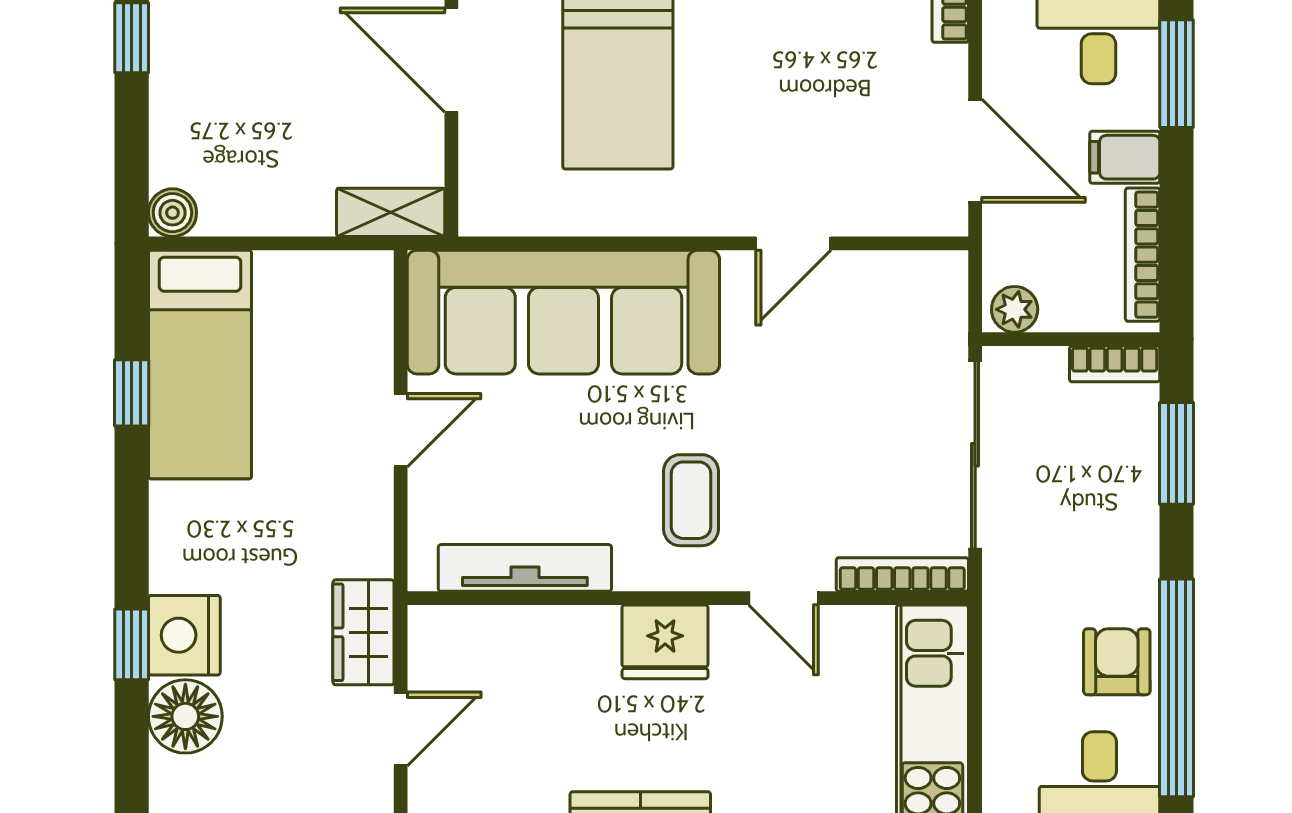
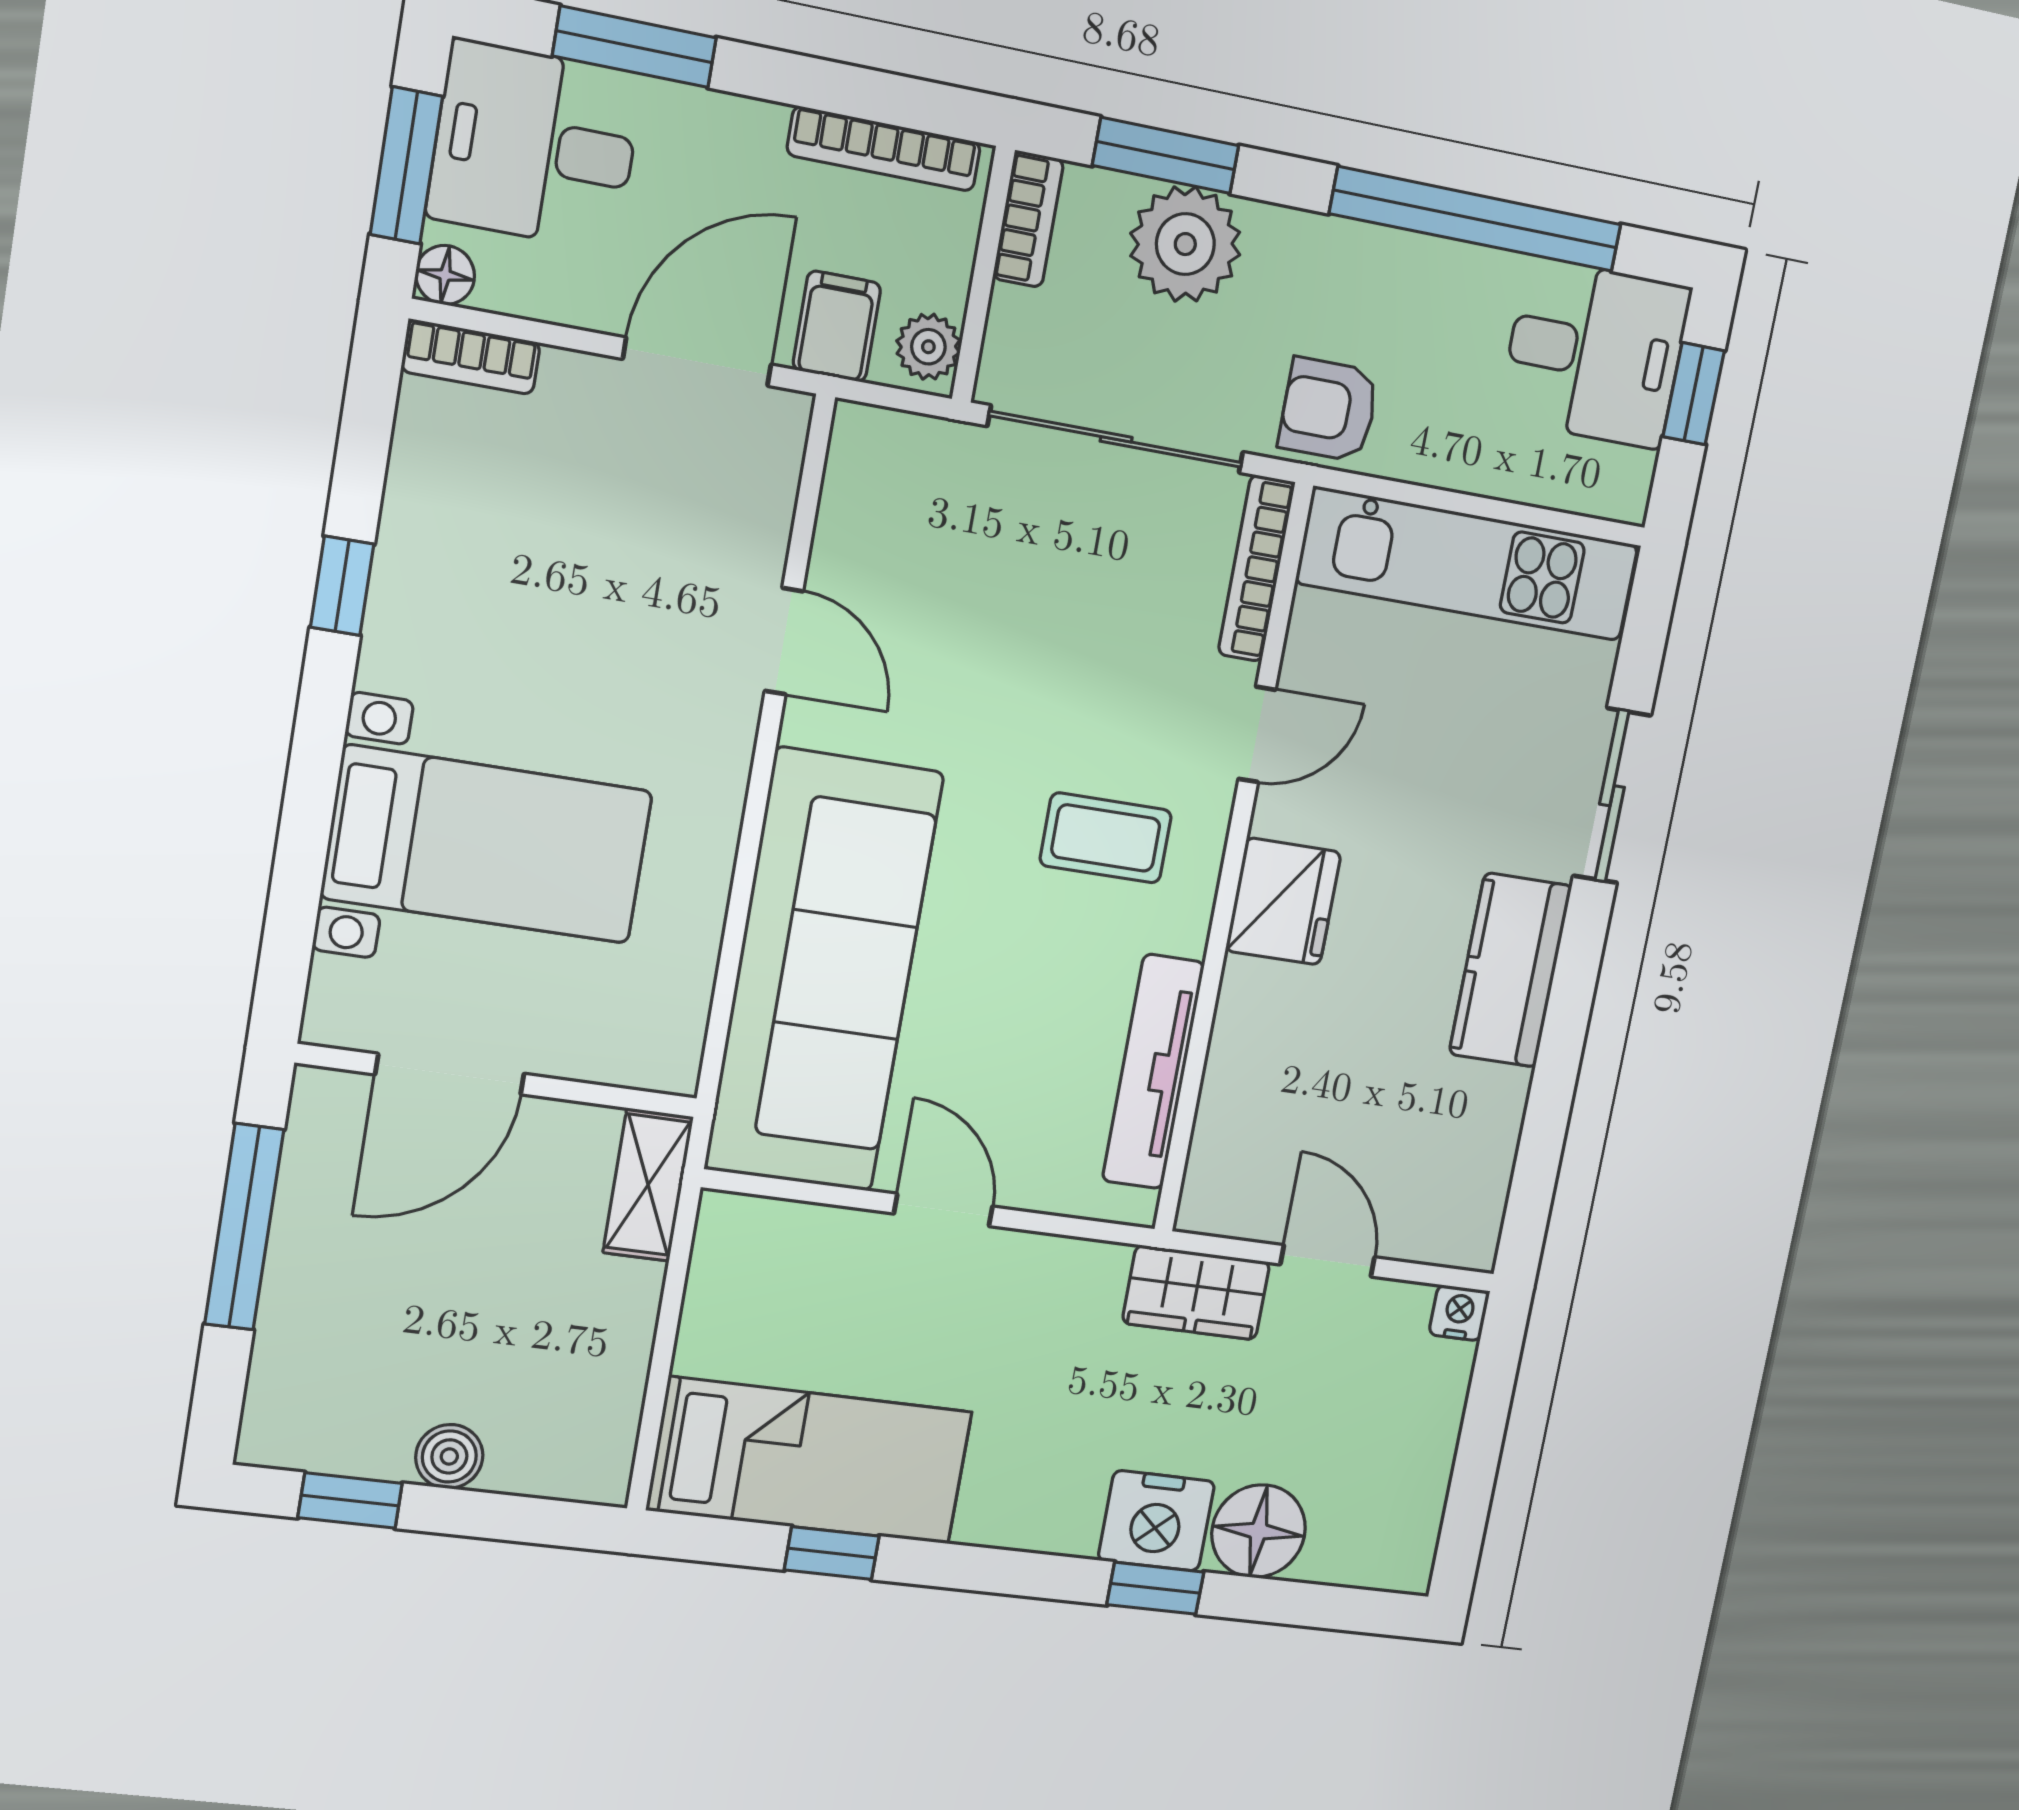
filing cabinet: (1125, 157) -> (837, 326), moved, turned 180
boiler: (172, 213) -> (449, 1456), moved
plant: (1119, 479) -> (1185, 244), added
armchair: (1117, 662) -> (1329, 410), moved

